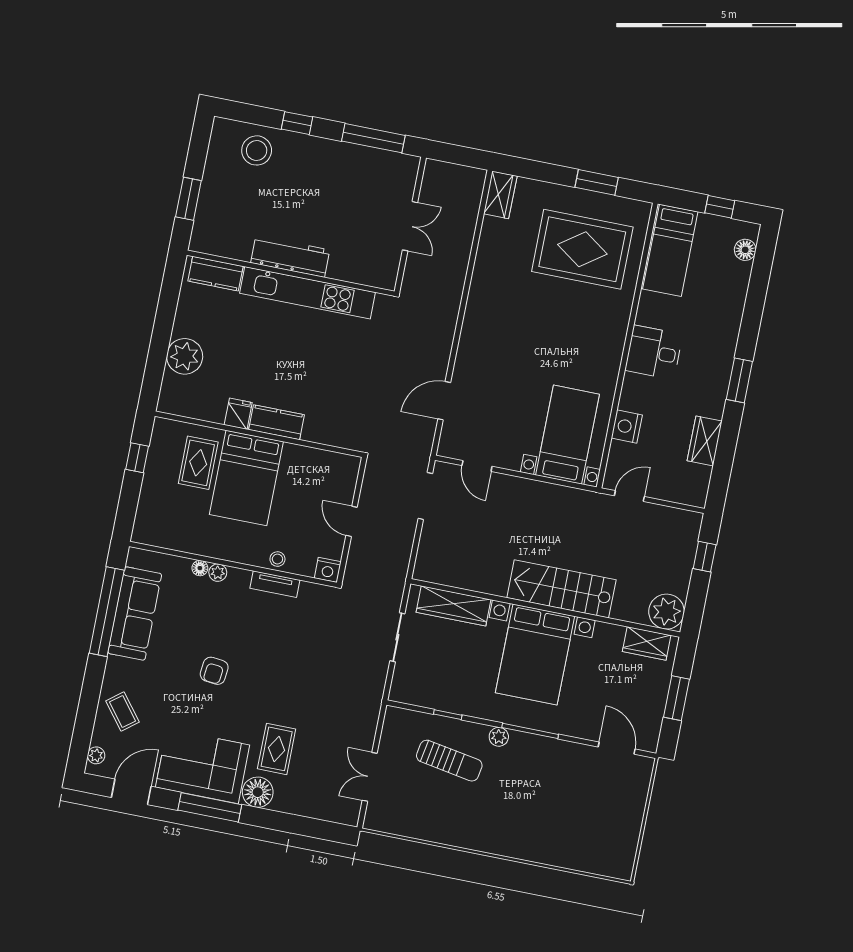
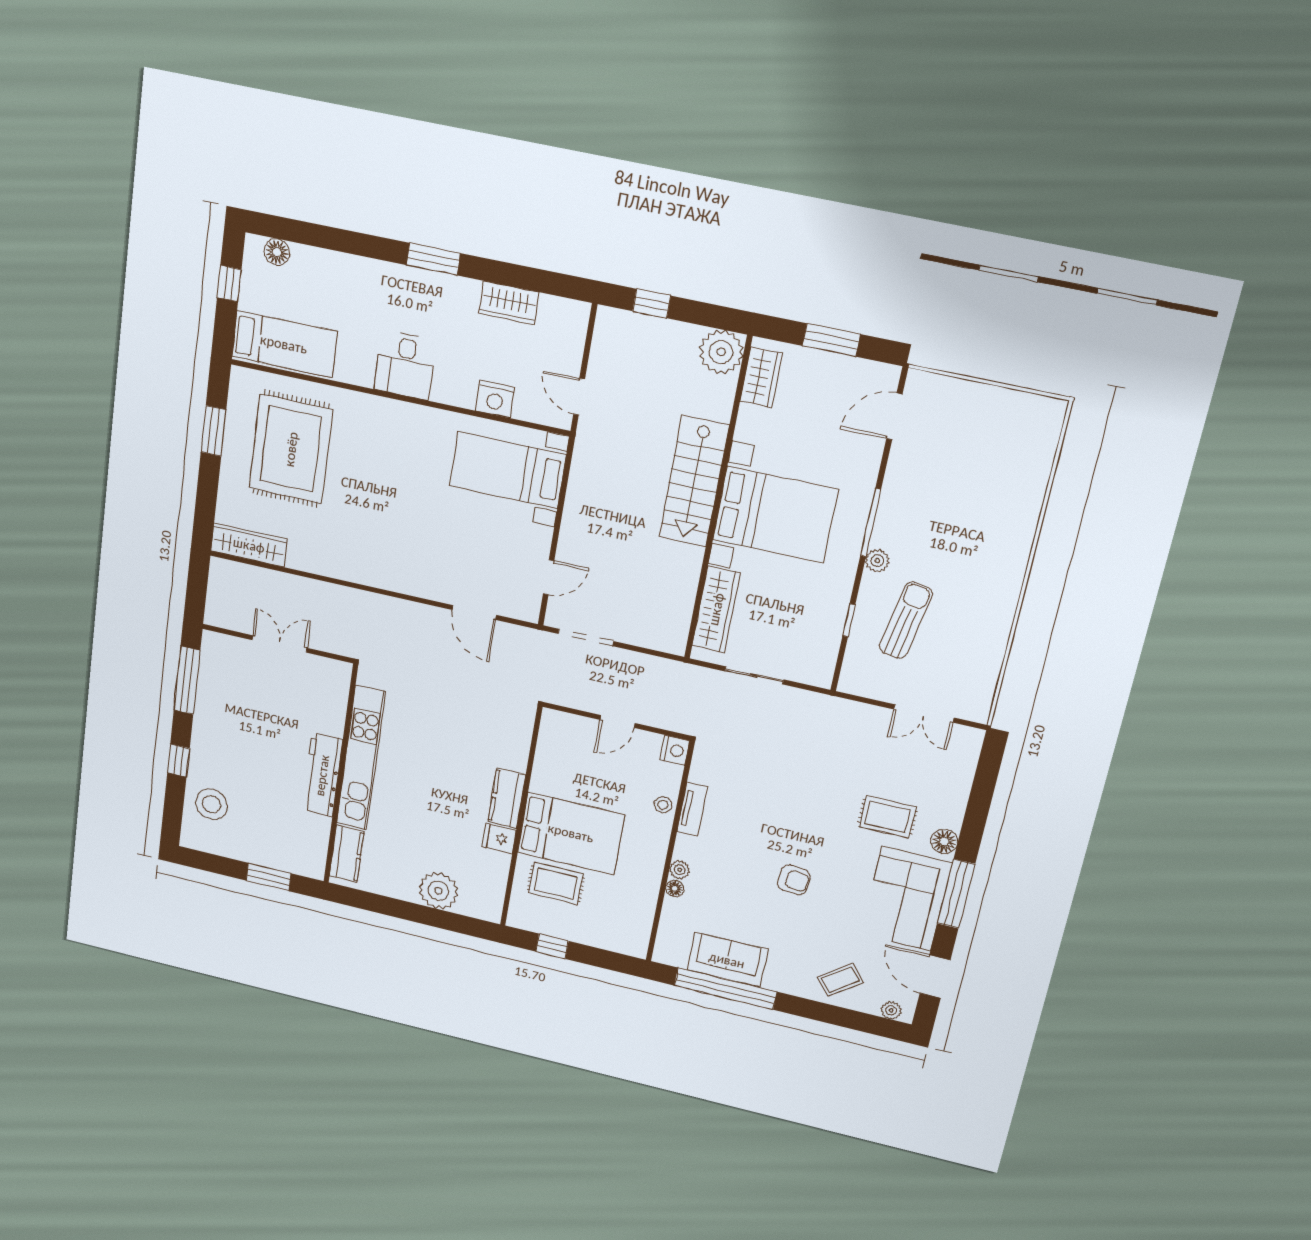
wardrobe: (500, 195) -> (249, 545), width x1.50
sofa: (135, 614) -> (727, 960), width x0.73
floor lamp: (258, 792) -> (944, 841), width x0.73, depth x0.73

